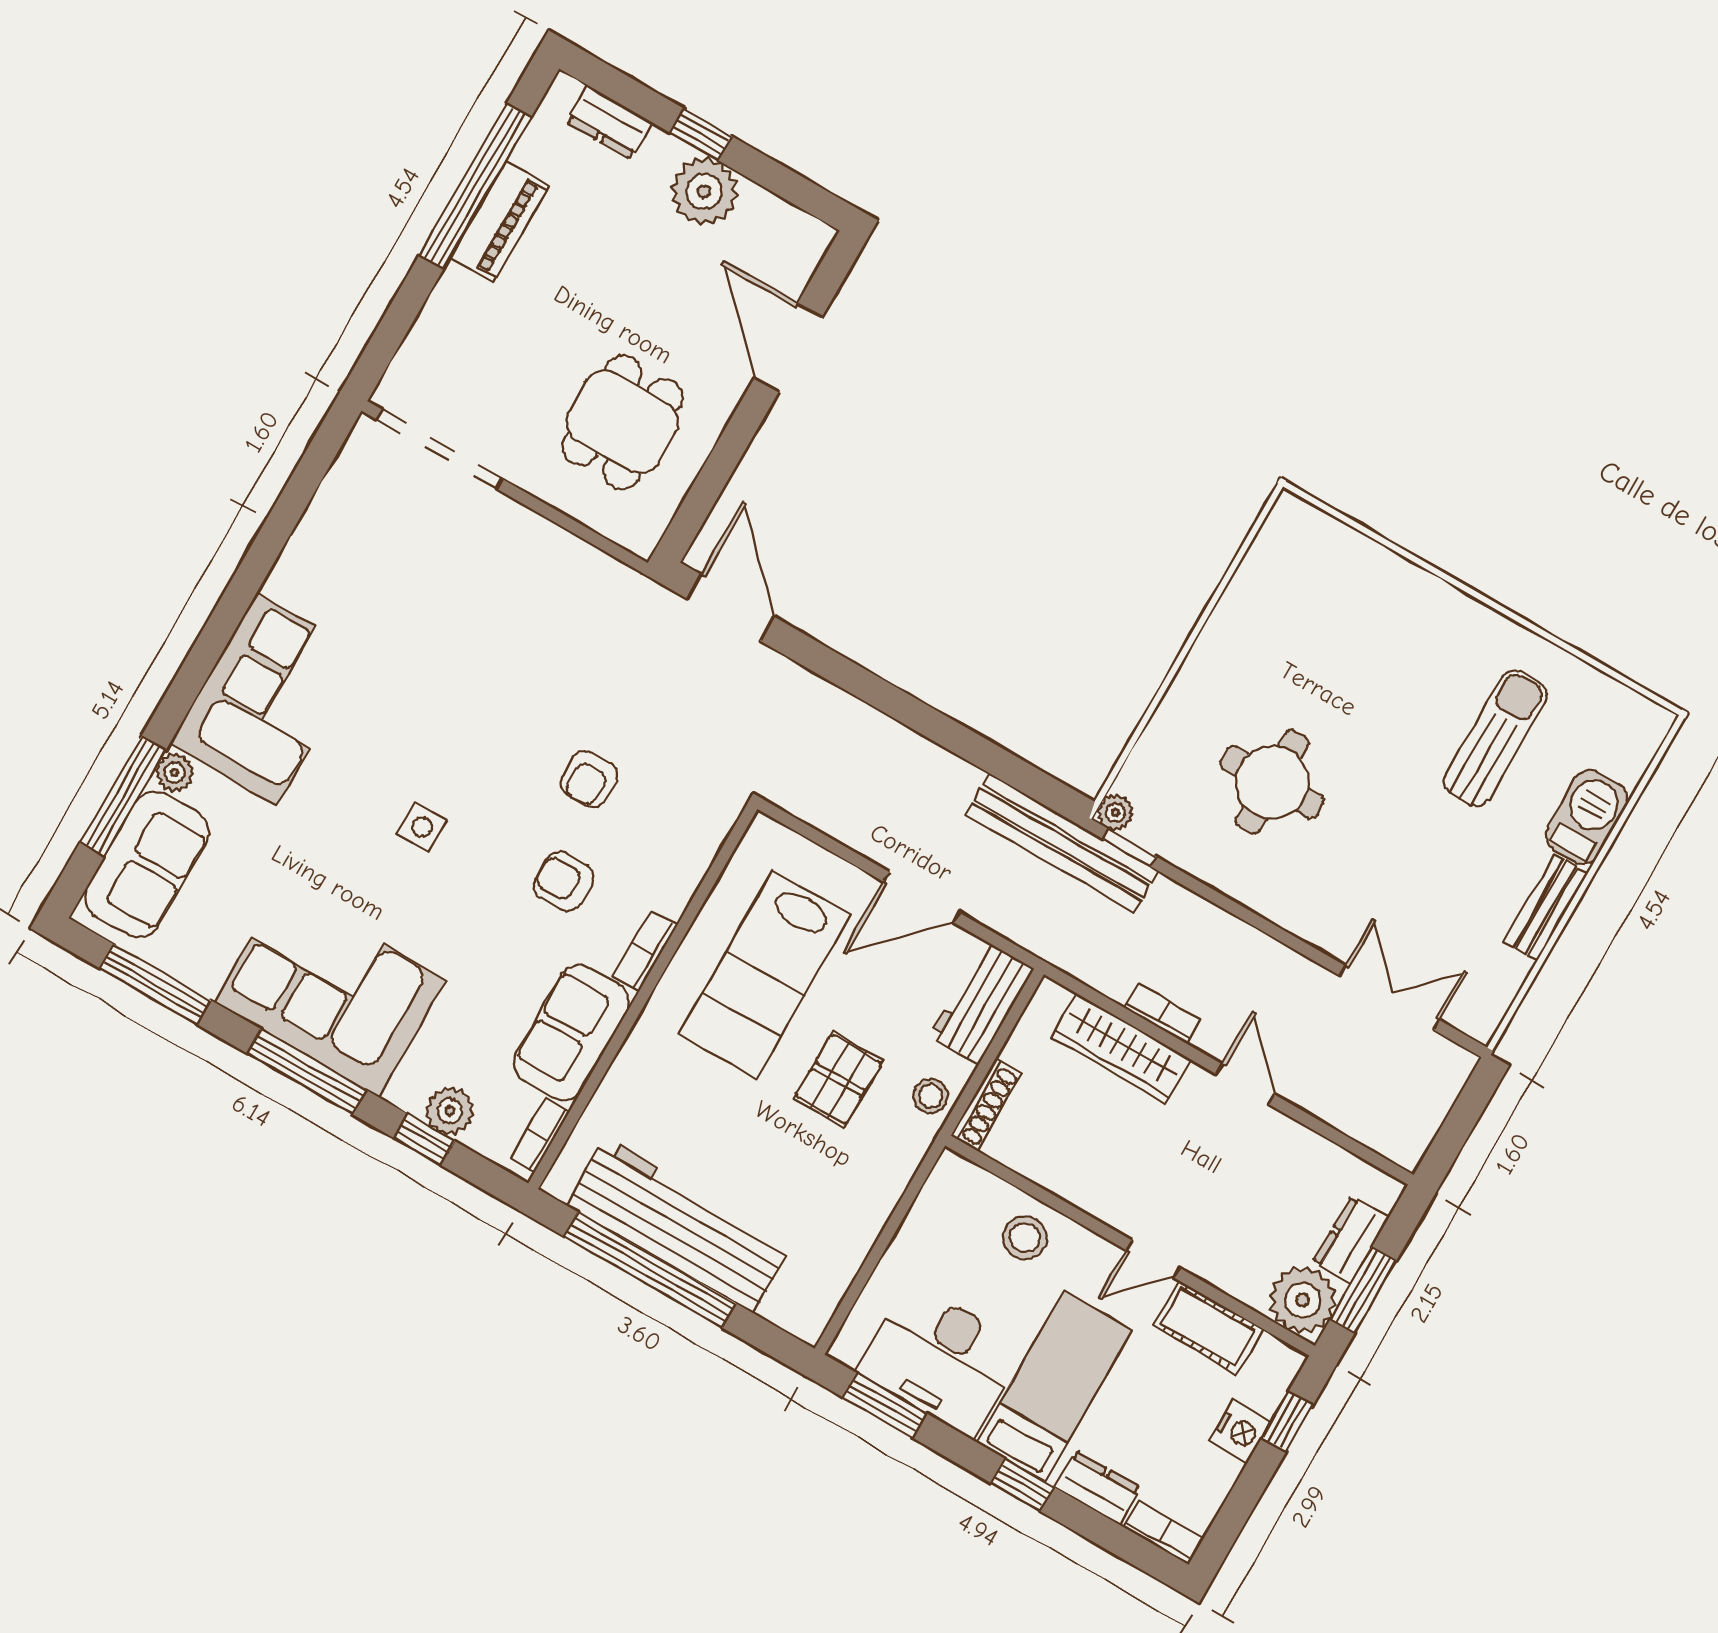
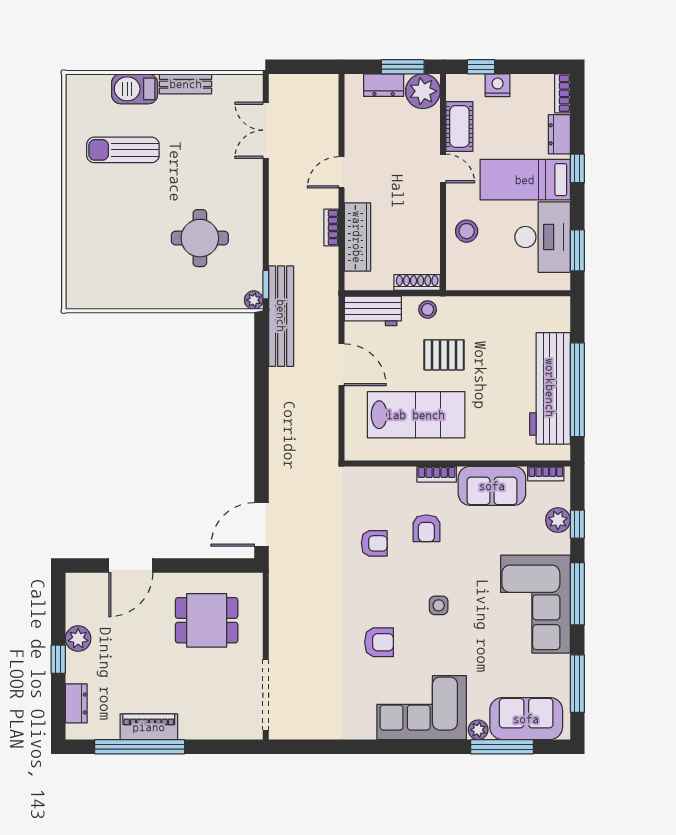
plant: (704, 191) -> (78, 639), width x0.73, depth x0.73
armchair: (418, 691) -> (379, 642), added

